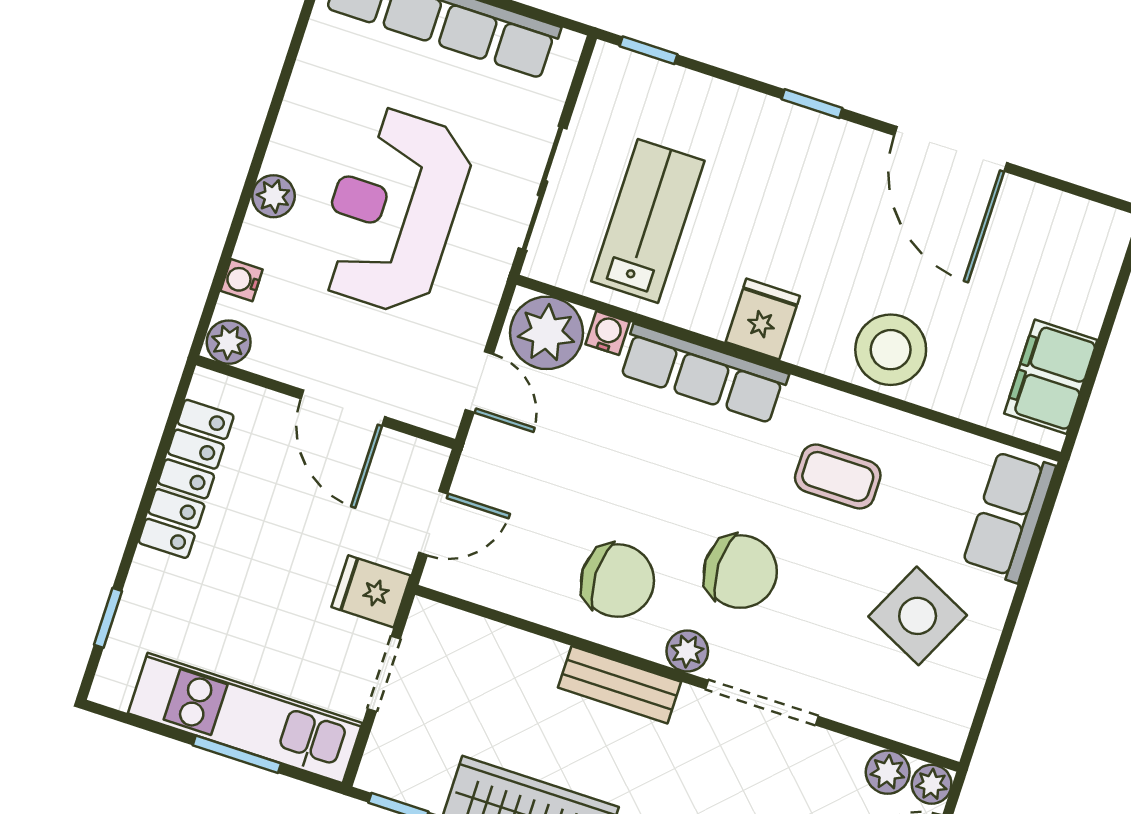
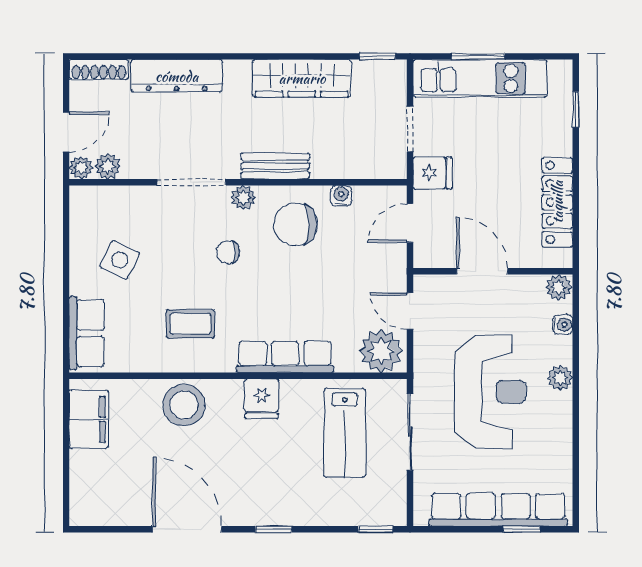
water cooler: (608, 333) -> (341, 196), moved, turned 180
chair: (740, 572) -> (228, 252), width x0.54, depth x0.54
side table: (918, 616) -> (120, 260), width x0.73, depth x0.73

